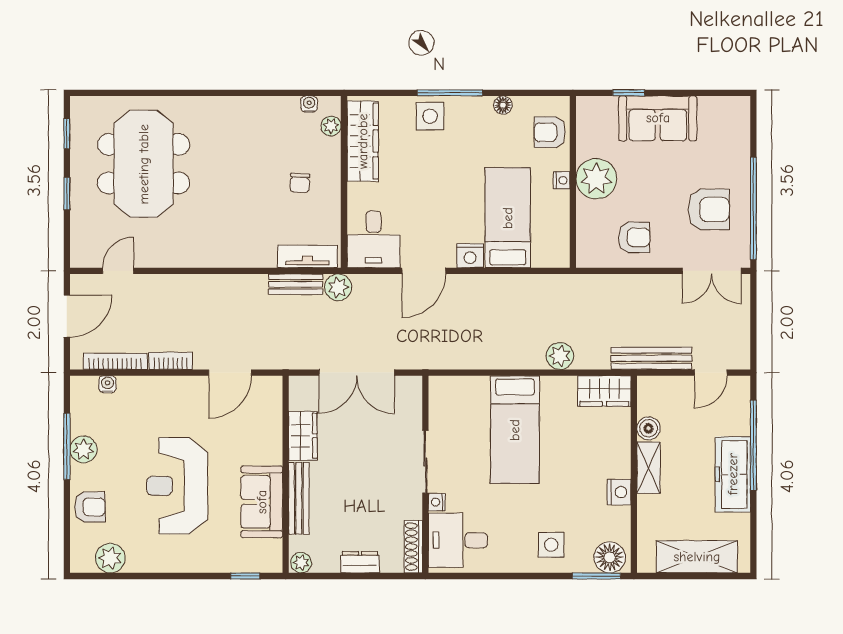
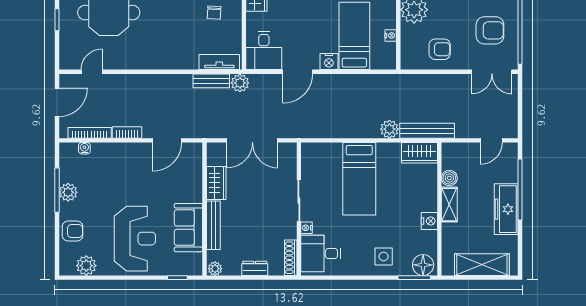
nightstand: (562, 180) -> (391, 36), moved
bench: (651, 358) -> (427, 131), moved
reception desk: (177, 486) -> (135, 239), moved, turned 180

